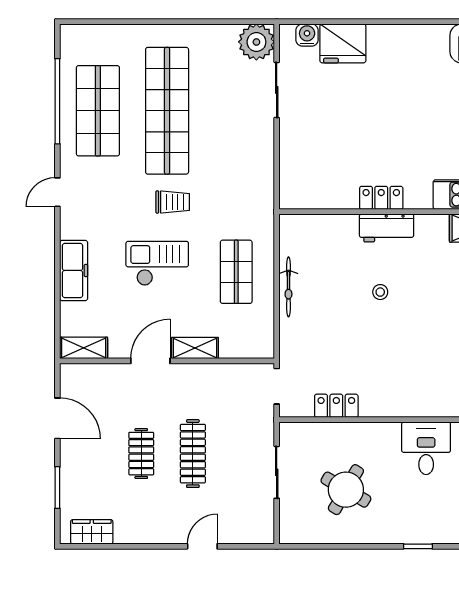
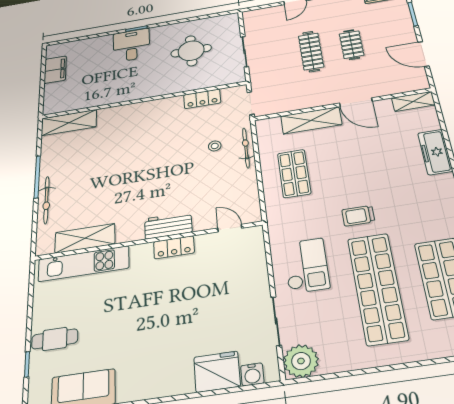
door: (316, 212) -> (230, 228), added
checkout: (157, 263) -> (306, 266), moved, turned -90
bicycle: (288, 287) -> (246, 148), moved
stool: (380, 292) -> (215, 146), moved
shelving: (195, 348) -> (311, 120), width x1.50, depth x1.33
door: (150, 361) -> (356, 102), hinge flipped
desk: (426, 448) -> (131, 45), moved, turned 180
round table: (346, 490) -> (191, 51), turned -30

